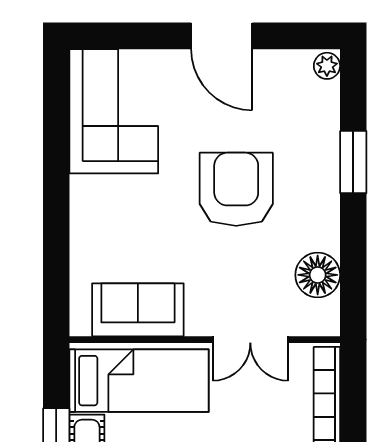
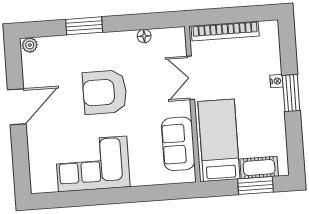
corner sofa: (114, 111) -> (93, 164), moved
floor lamp: (318, 275) -> (144, 36), width x0.53, depth x0.53
double door: (250, 340) -> (191, 78), swing flipped

